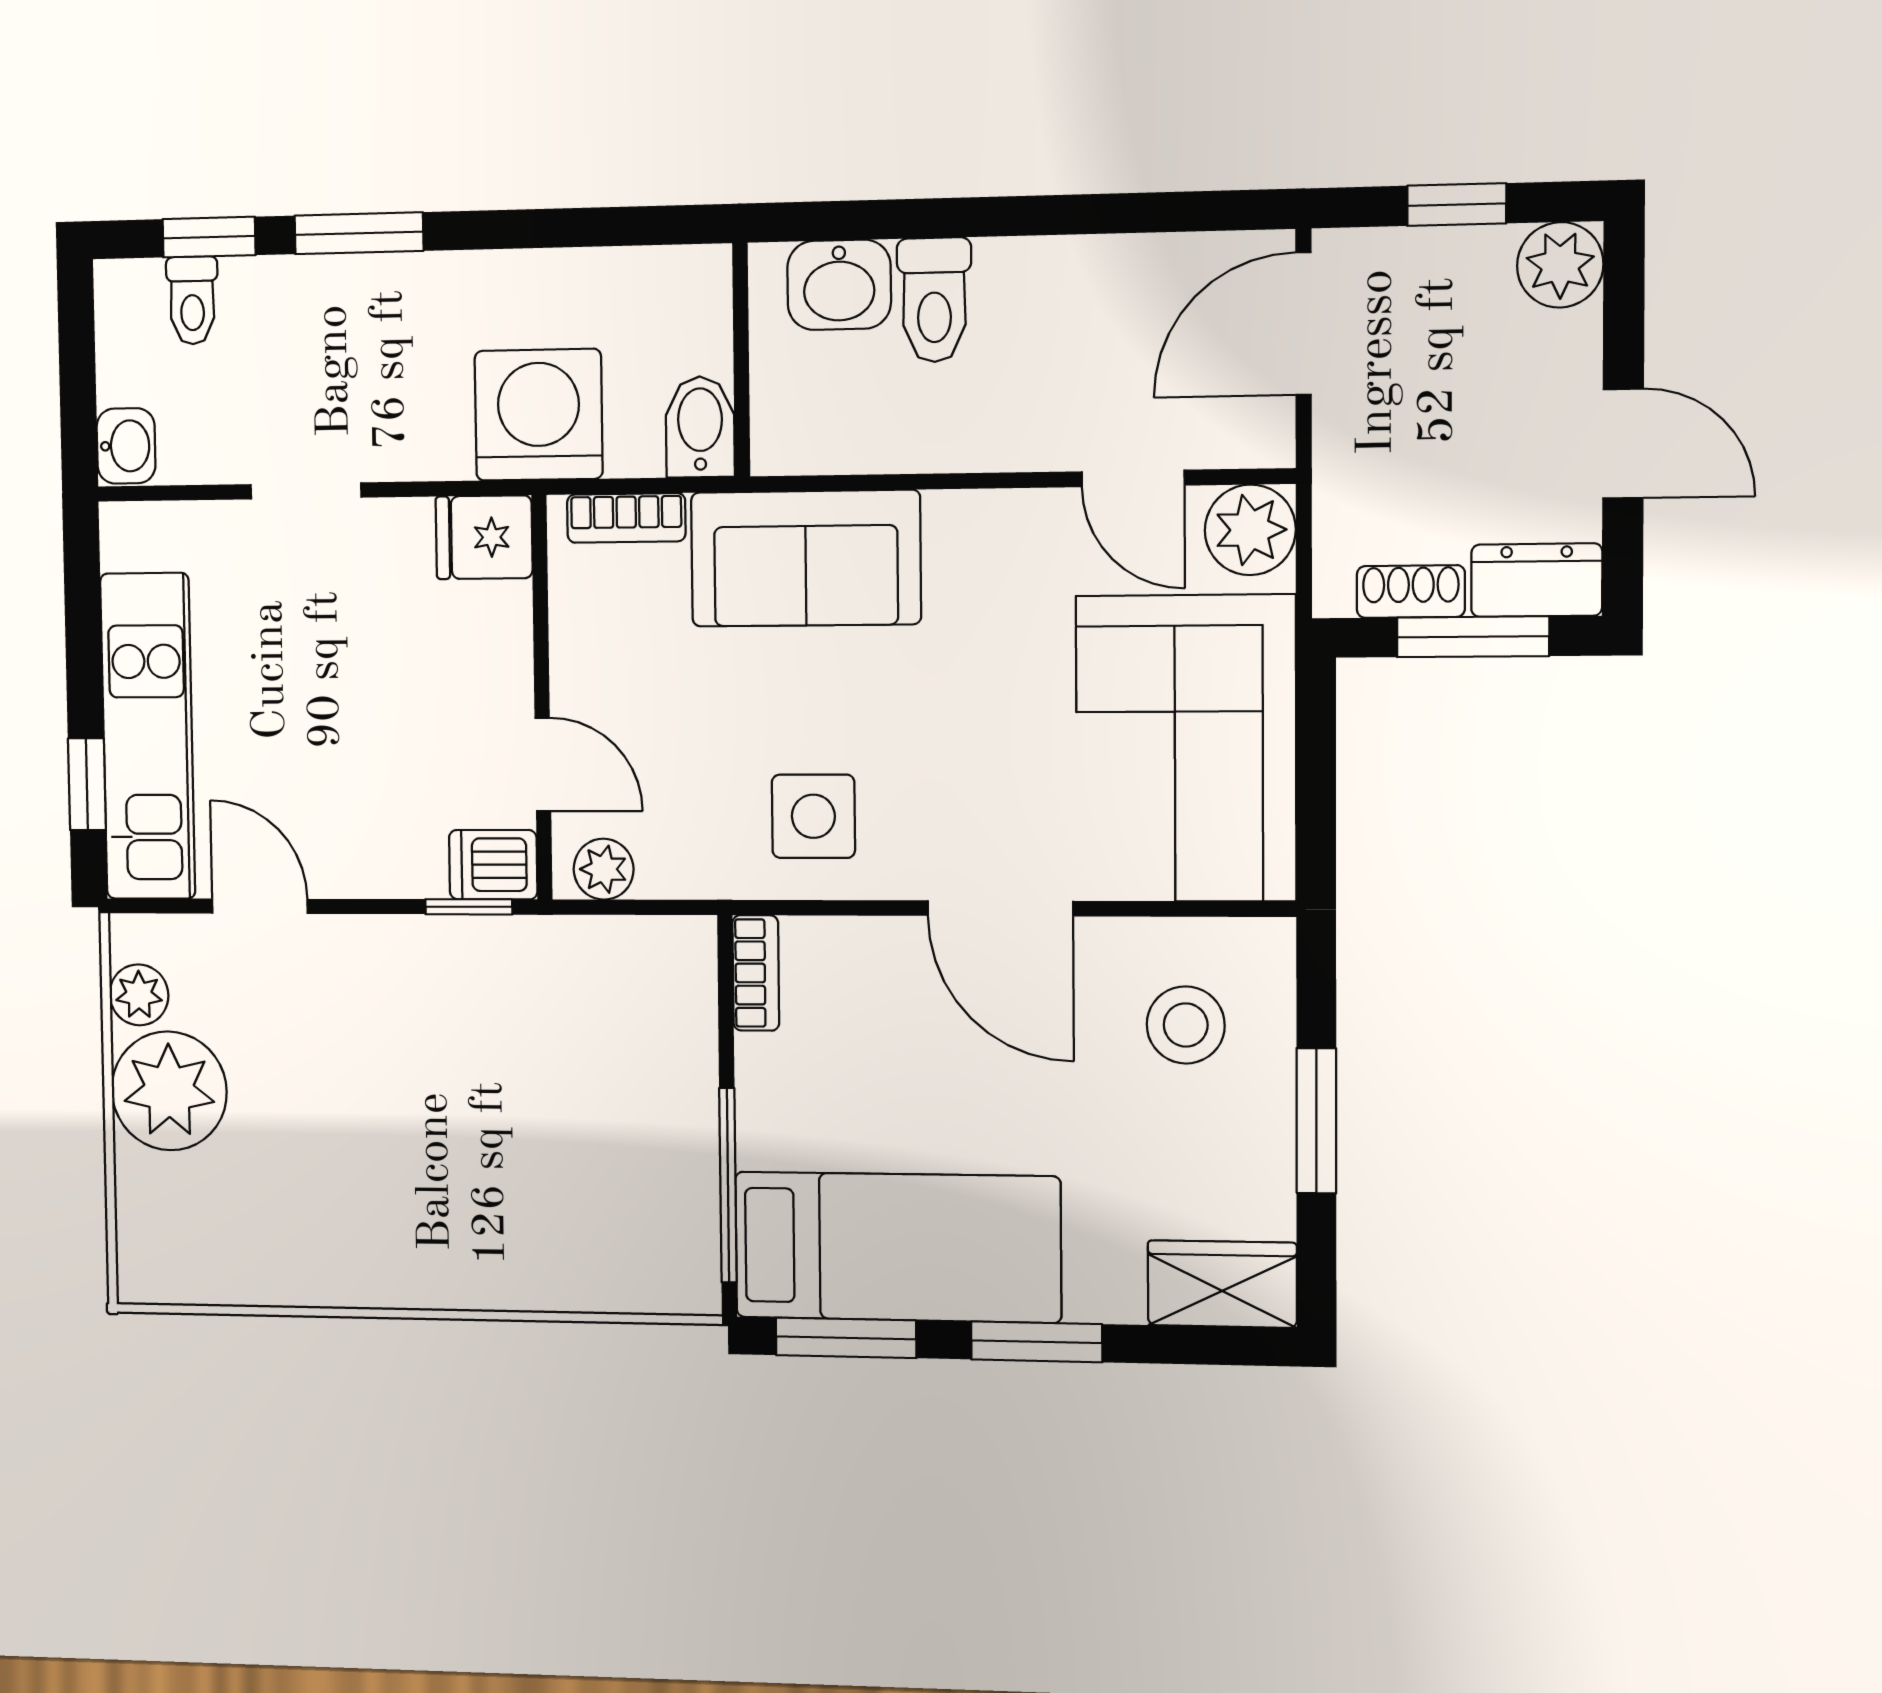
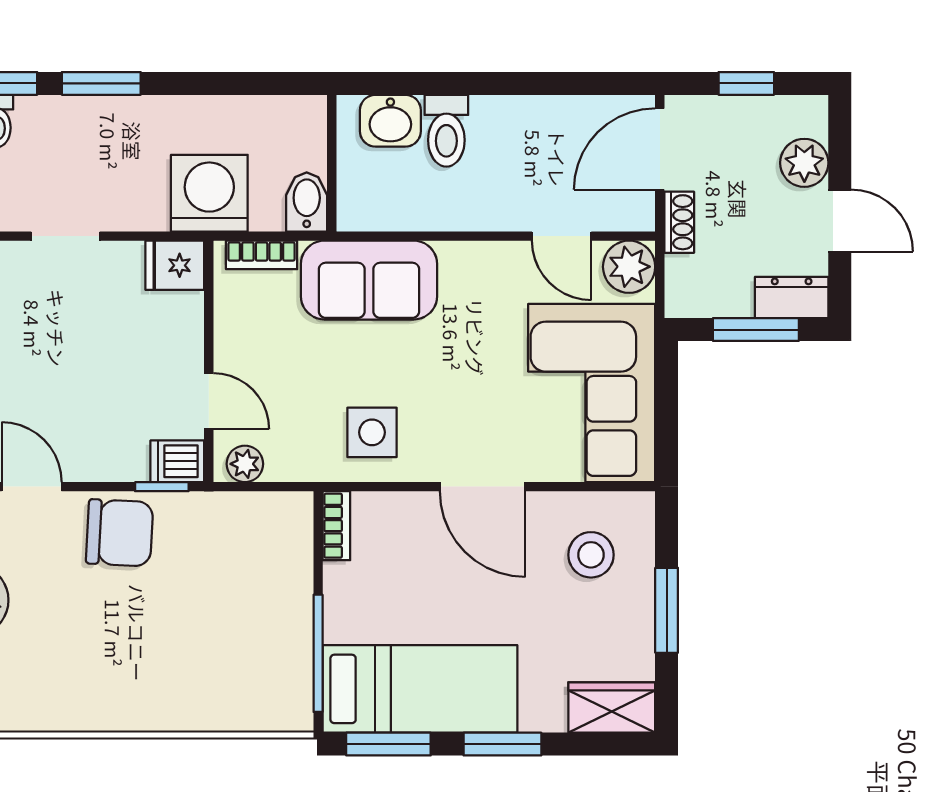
plant: (1560, 265) -> (804, 163), moved
shoe rack: (1411, 592) -> (679, 222), moved, turned 90
chair: (402, 983) -> (120, 533), added

